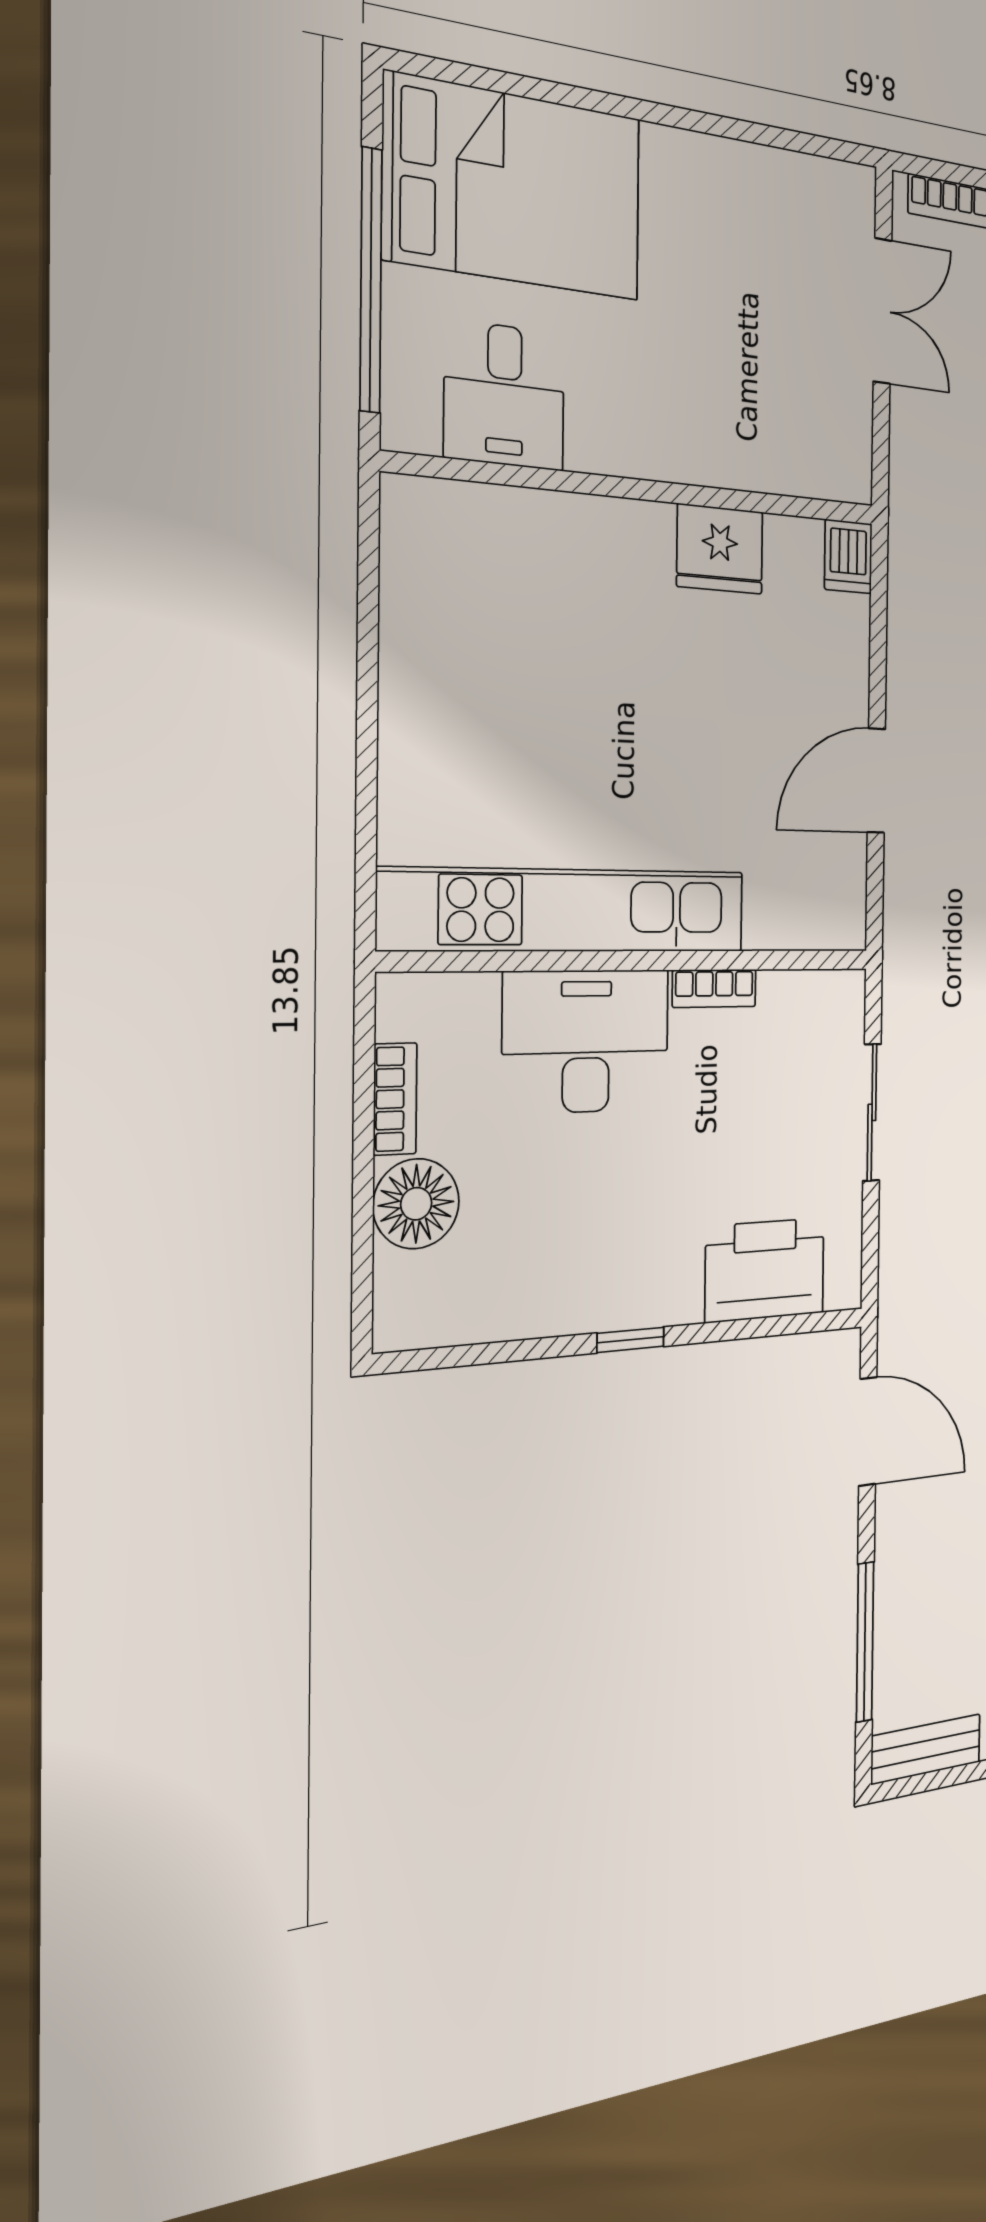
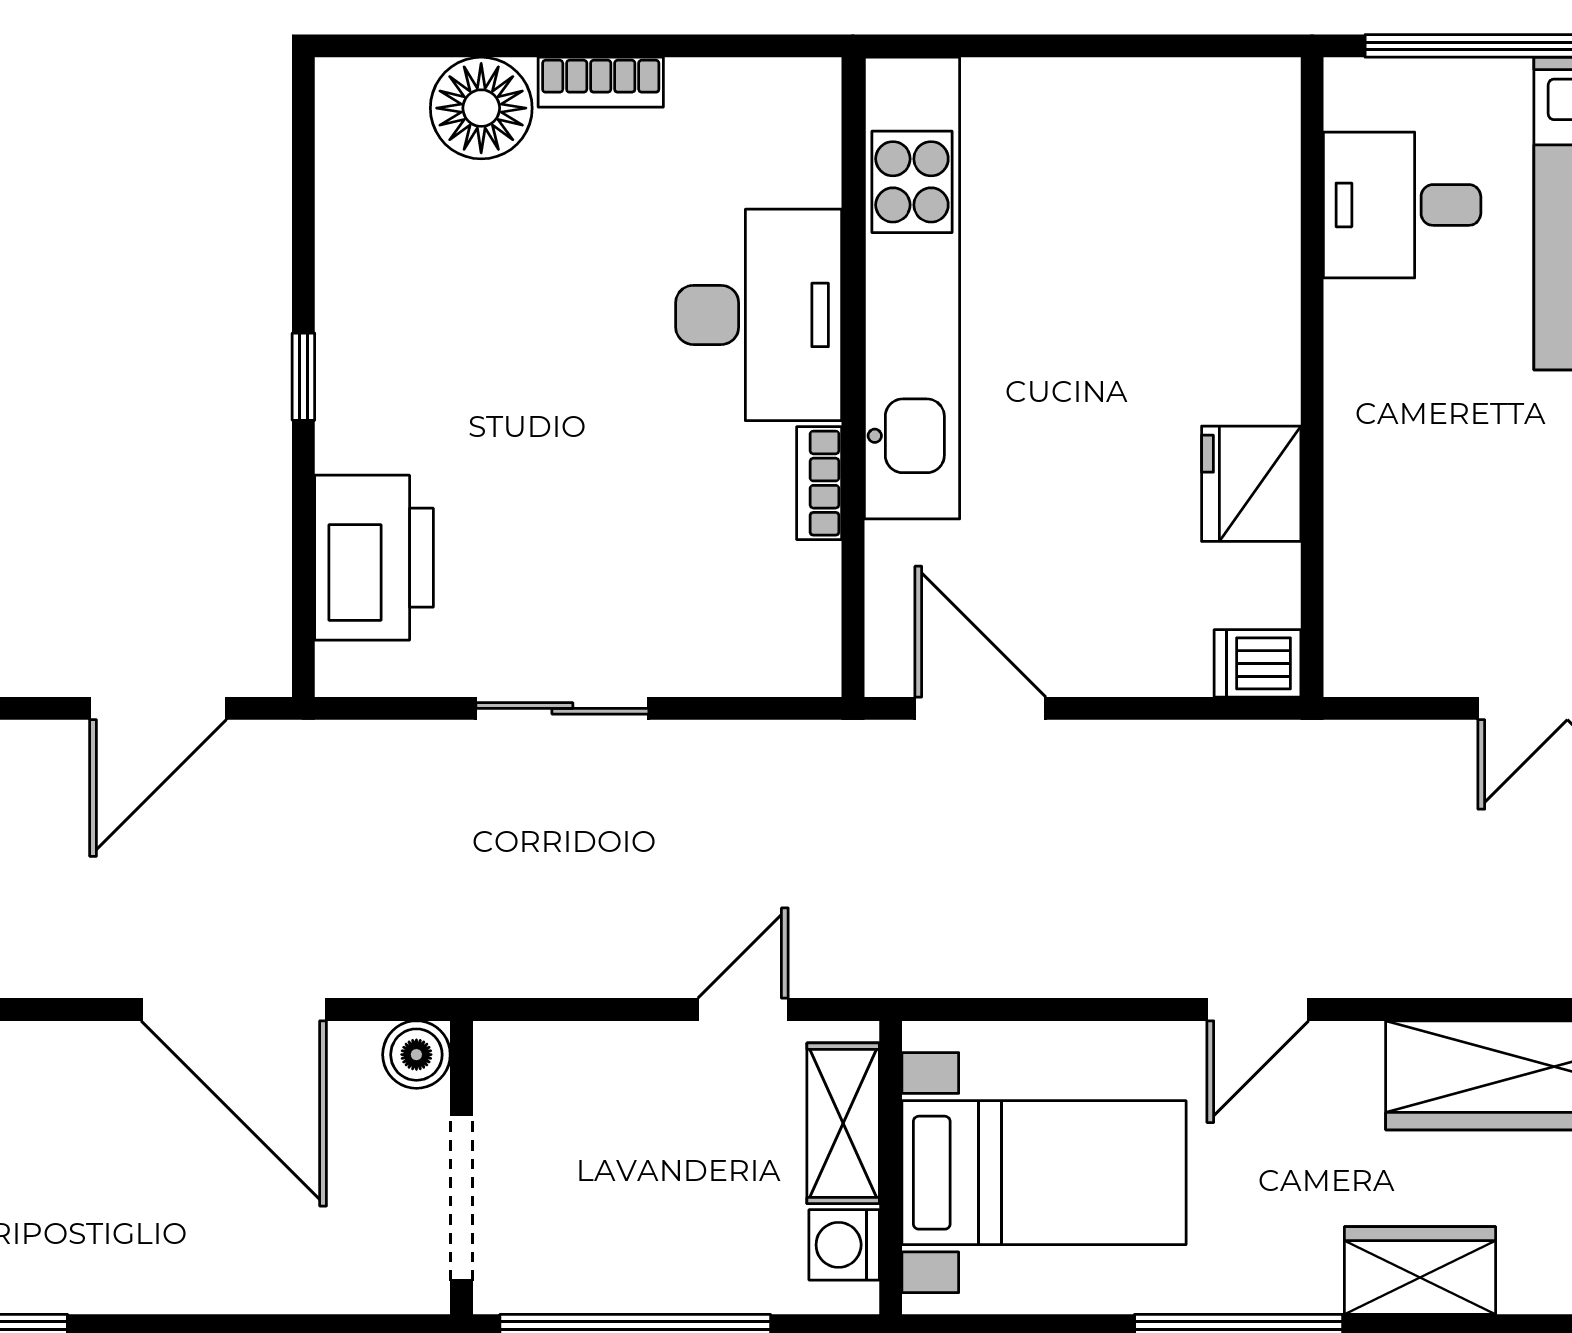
kitchen unit: (566, 910) -> (912, 288), moved
wall: (635, 961) -> (853, 377), moved
bookcase: (714, 988) -> (819, 483), moved
desk: (586, 1041) -> (759, 315), moved

